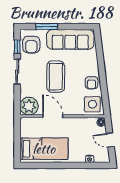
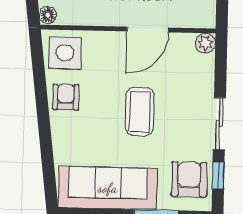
coffee table: (56, 77) -> (140, 112), width x0.73, depth x0.76
plant: (29, 106) -> (205, 43), width x0.53, depth x0.53
door: (53, 116) -> (148, 29), hinge flipped

